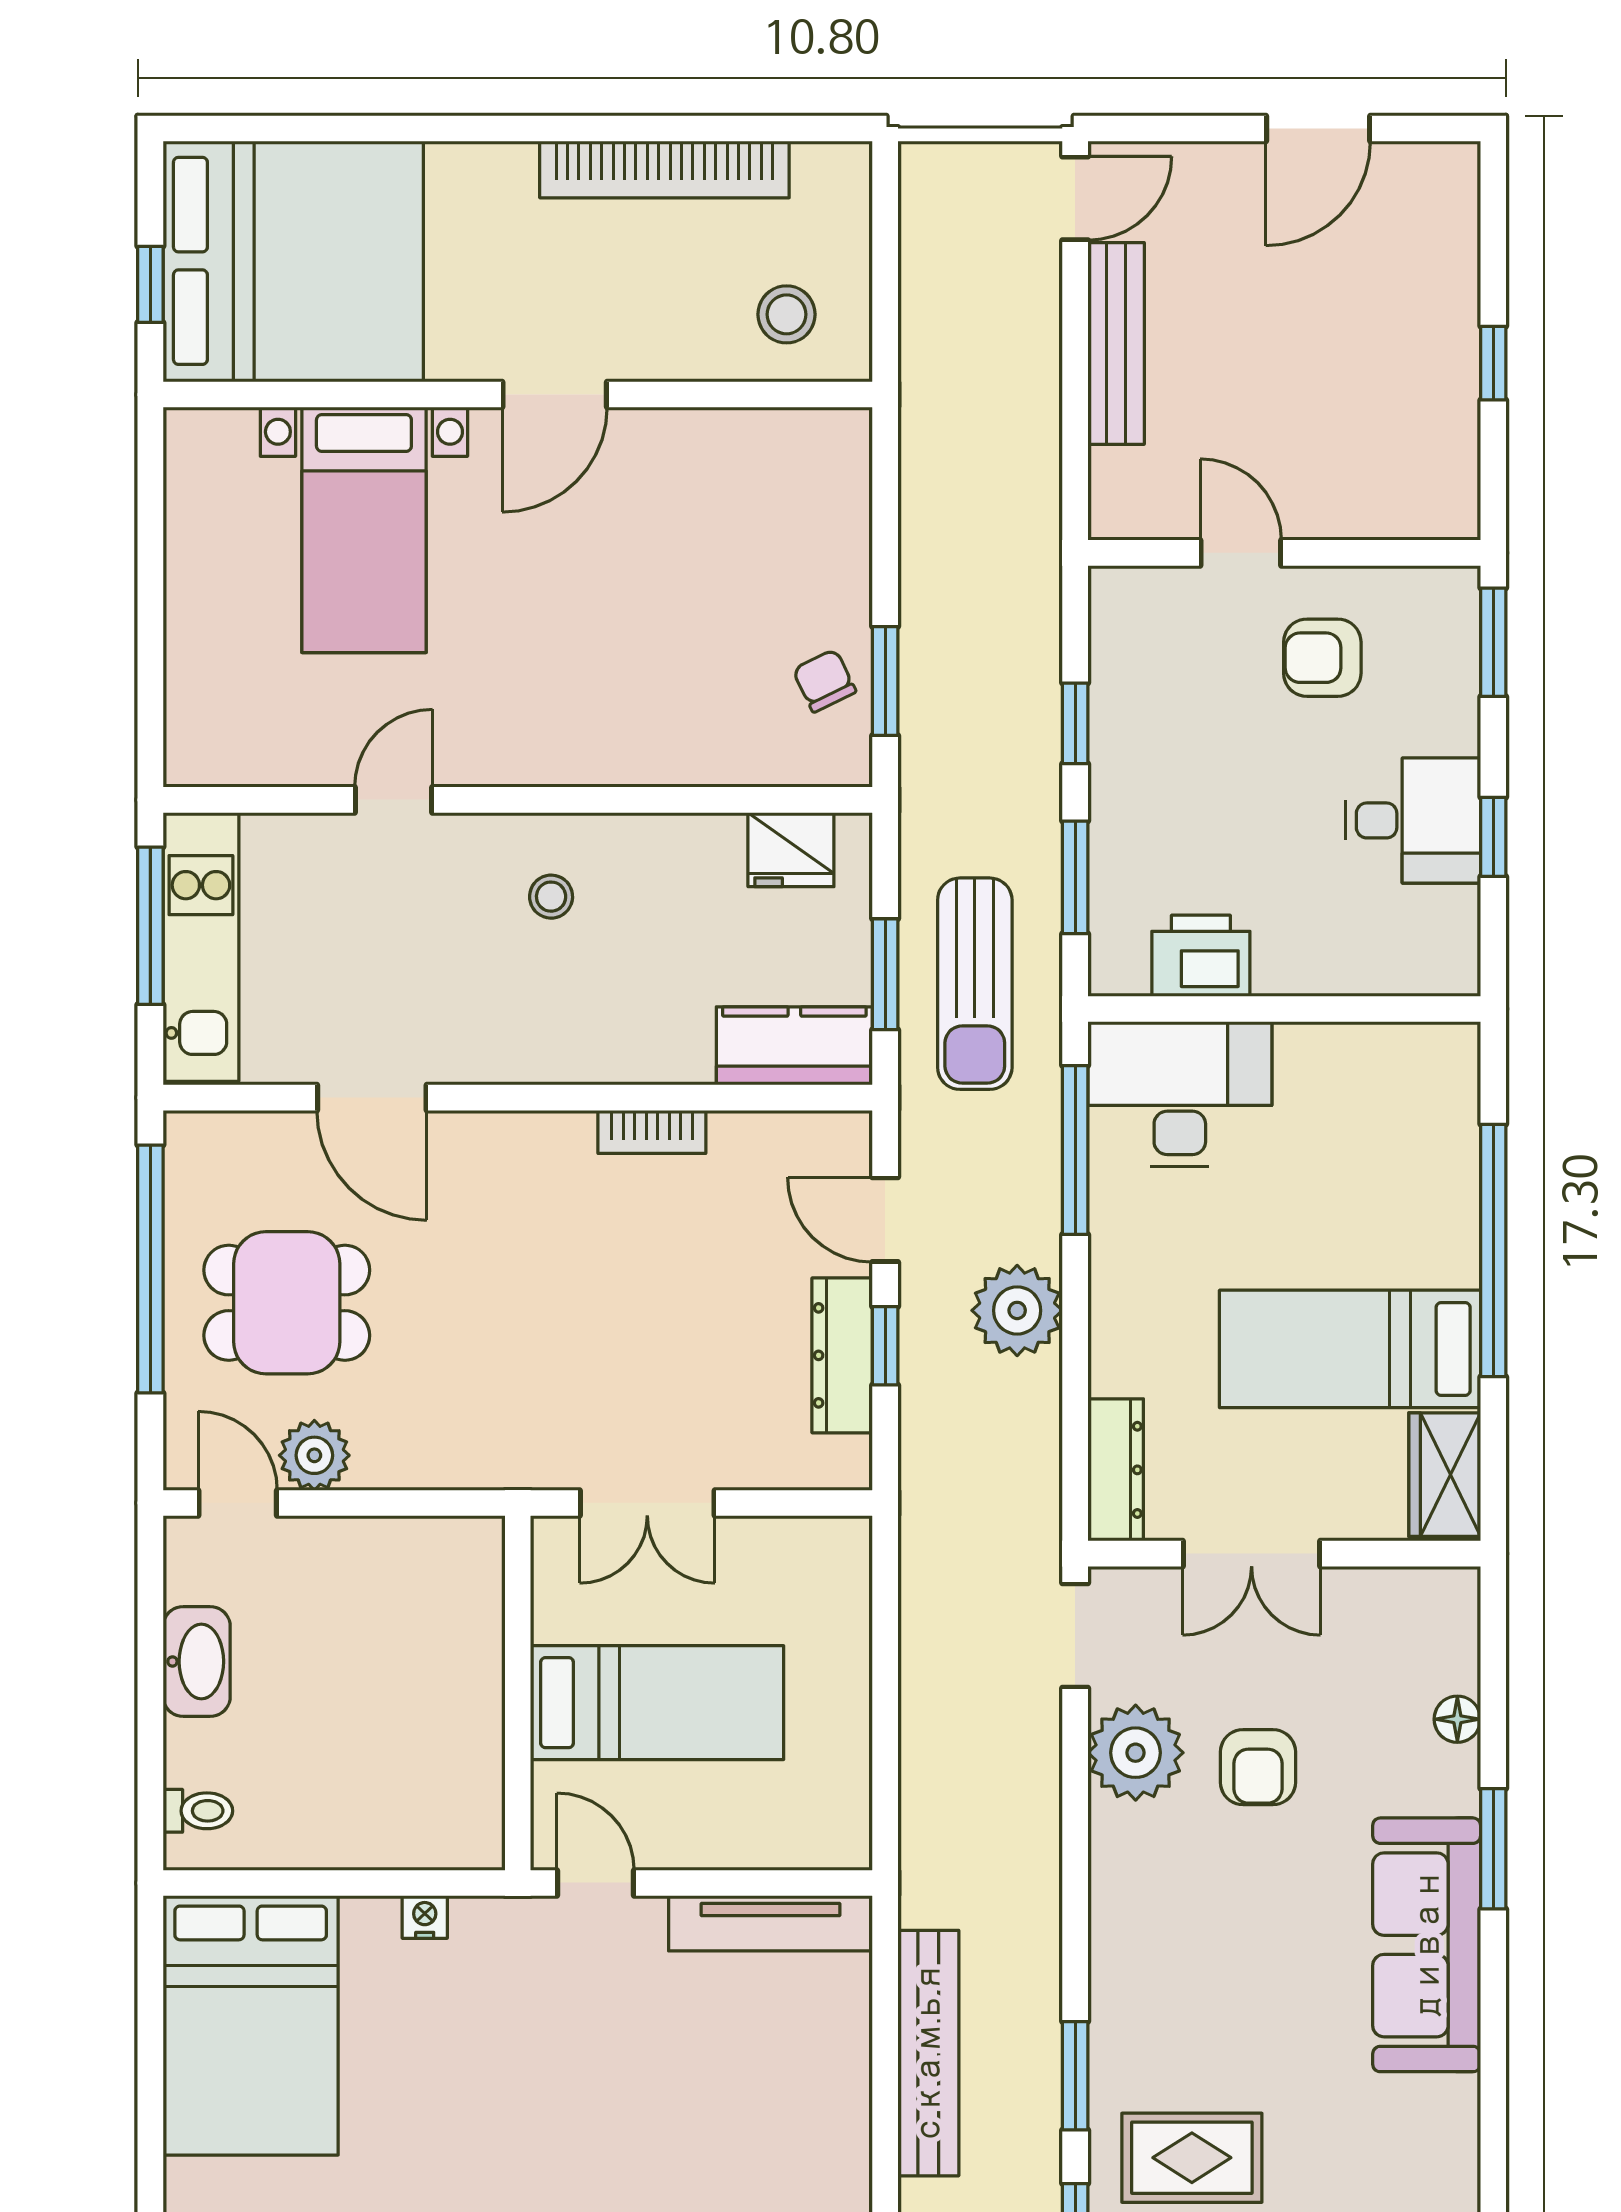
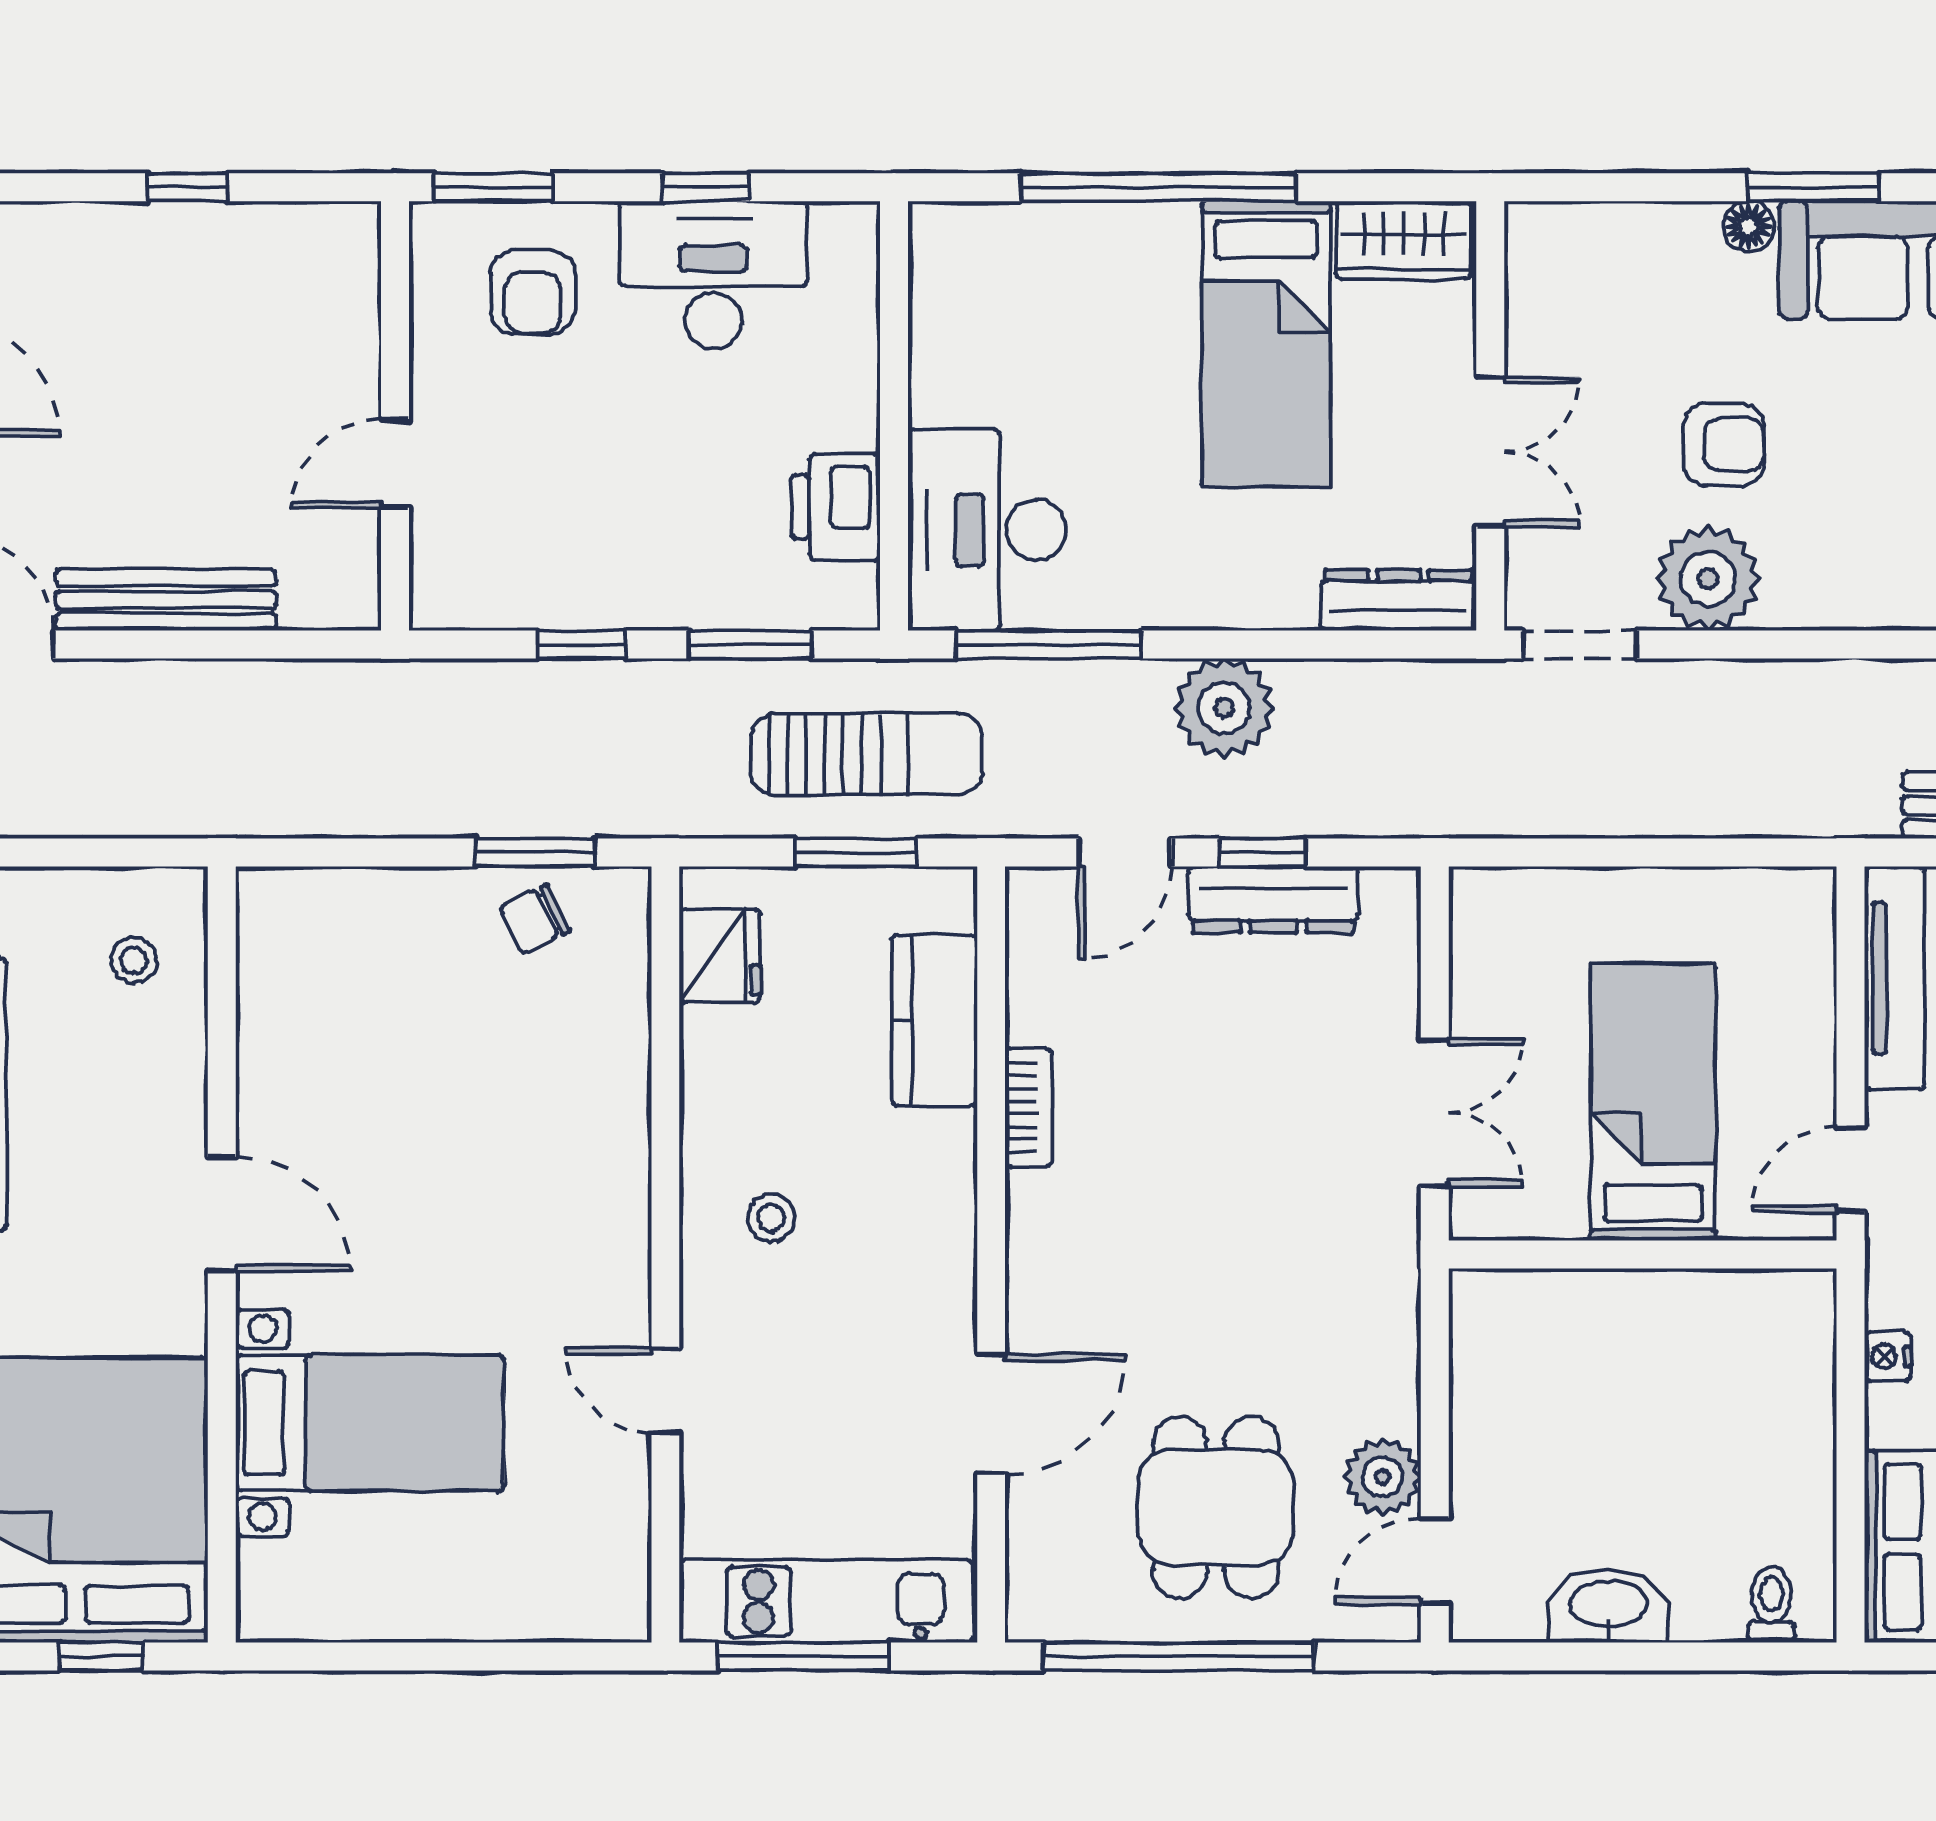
stool: (787, 314) -> (134, 960), width x0.73, depth x0.73
armchair: (1322, 658) -> (533, 292), moved
desk: (1413, 820) -> (713, 275), width x1.37
kitchen counter: (794, 1046) -> (935, 1020), moved
floor lamp: (1457, 1719) -> (1748, 226), moved

